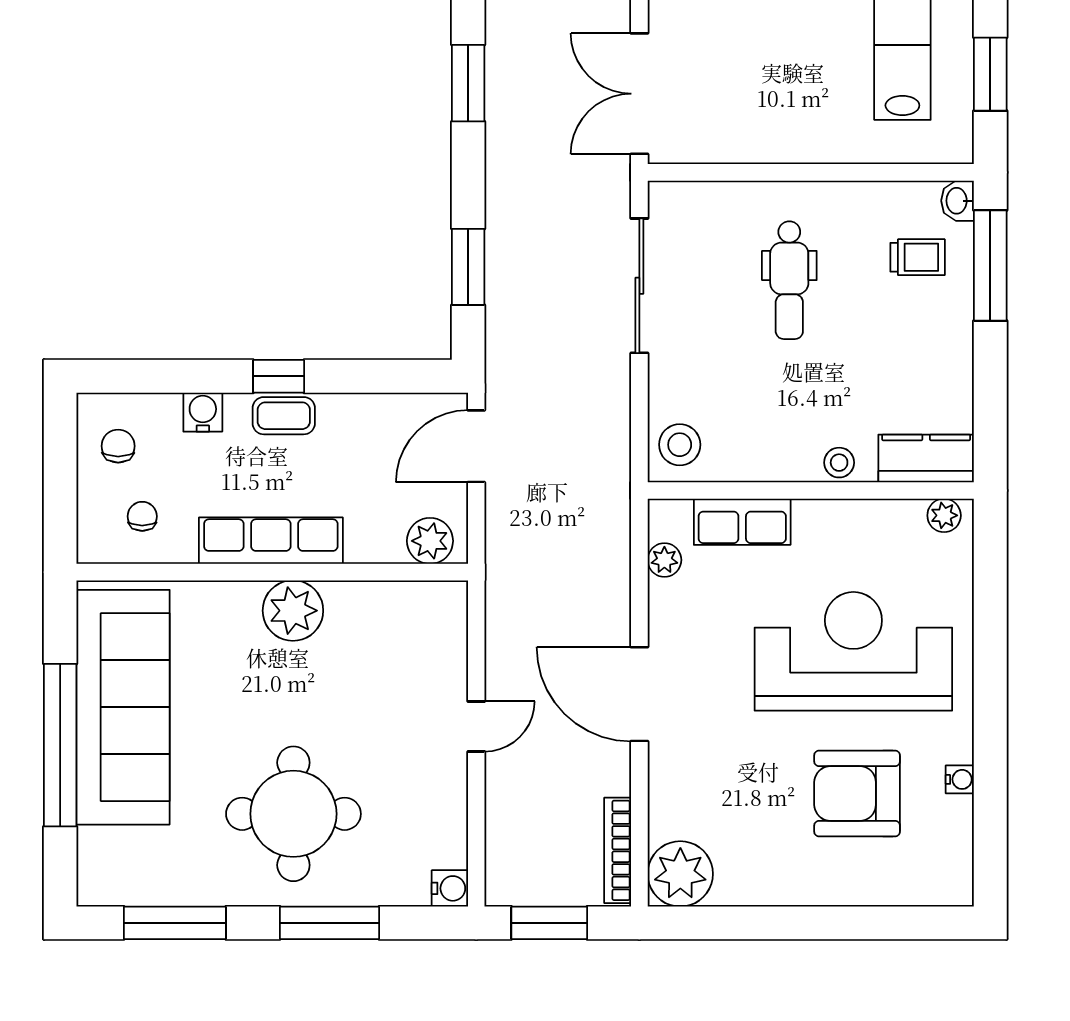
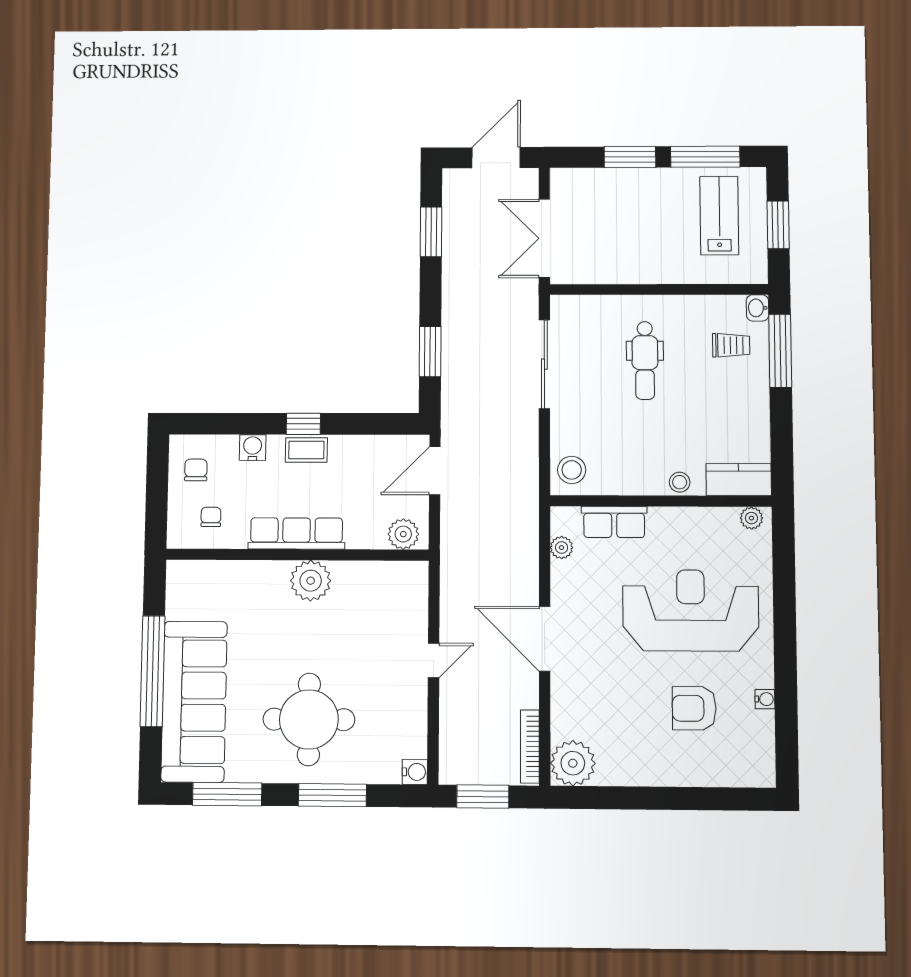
sofa: (123, 707) -> (194, 702), moved
armchair: (857, 793) -> (694, 708), width x0.73, depth x0.73

